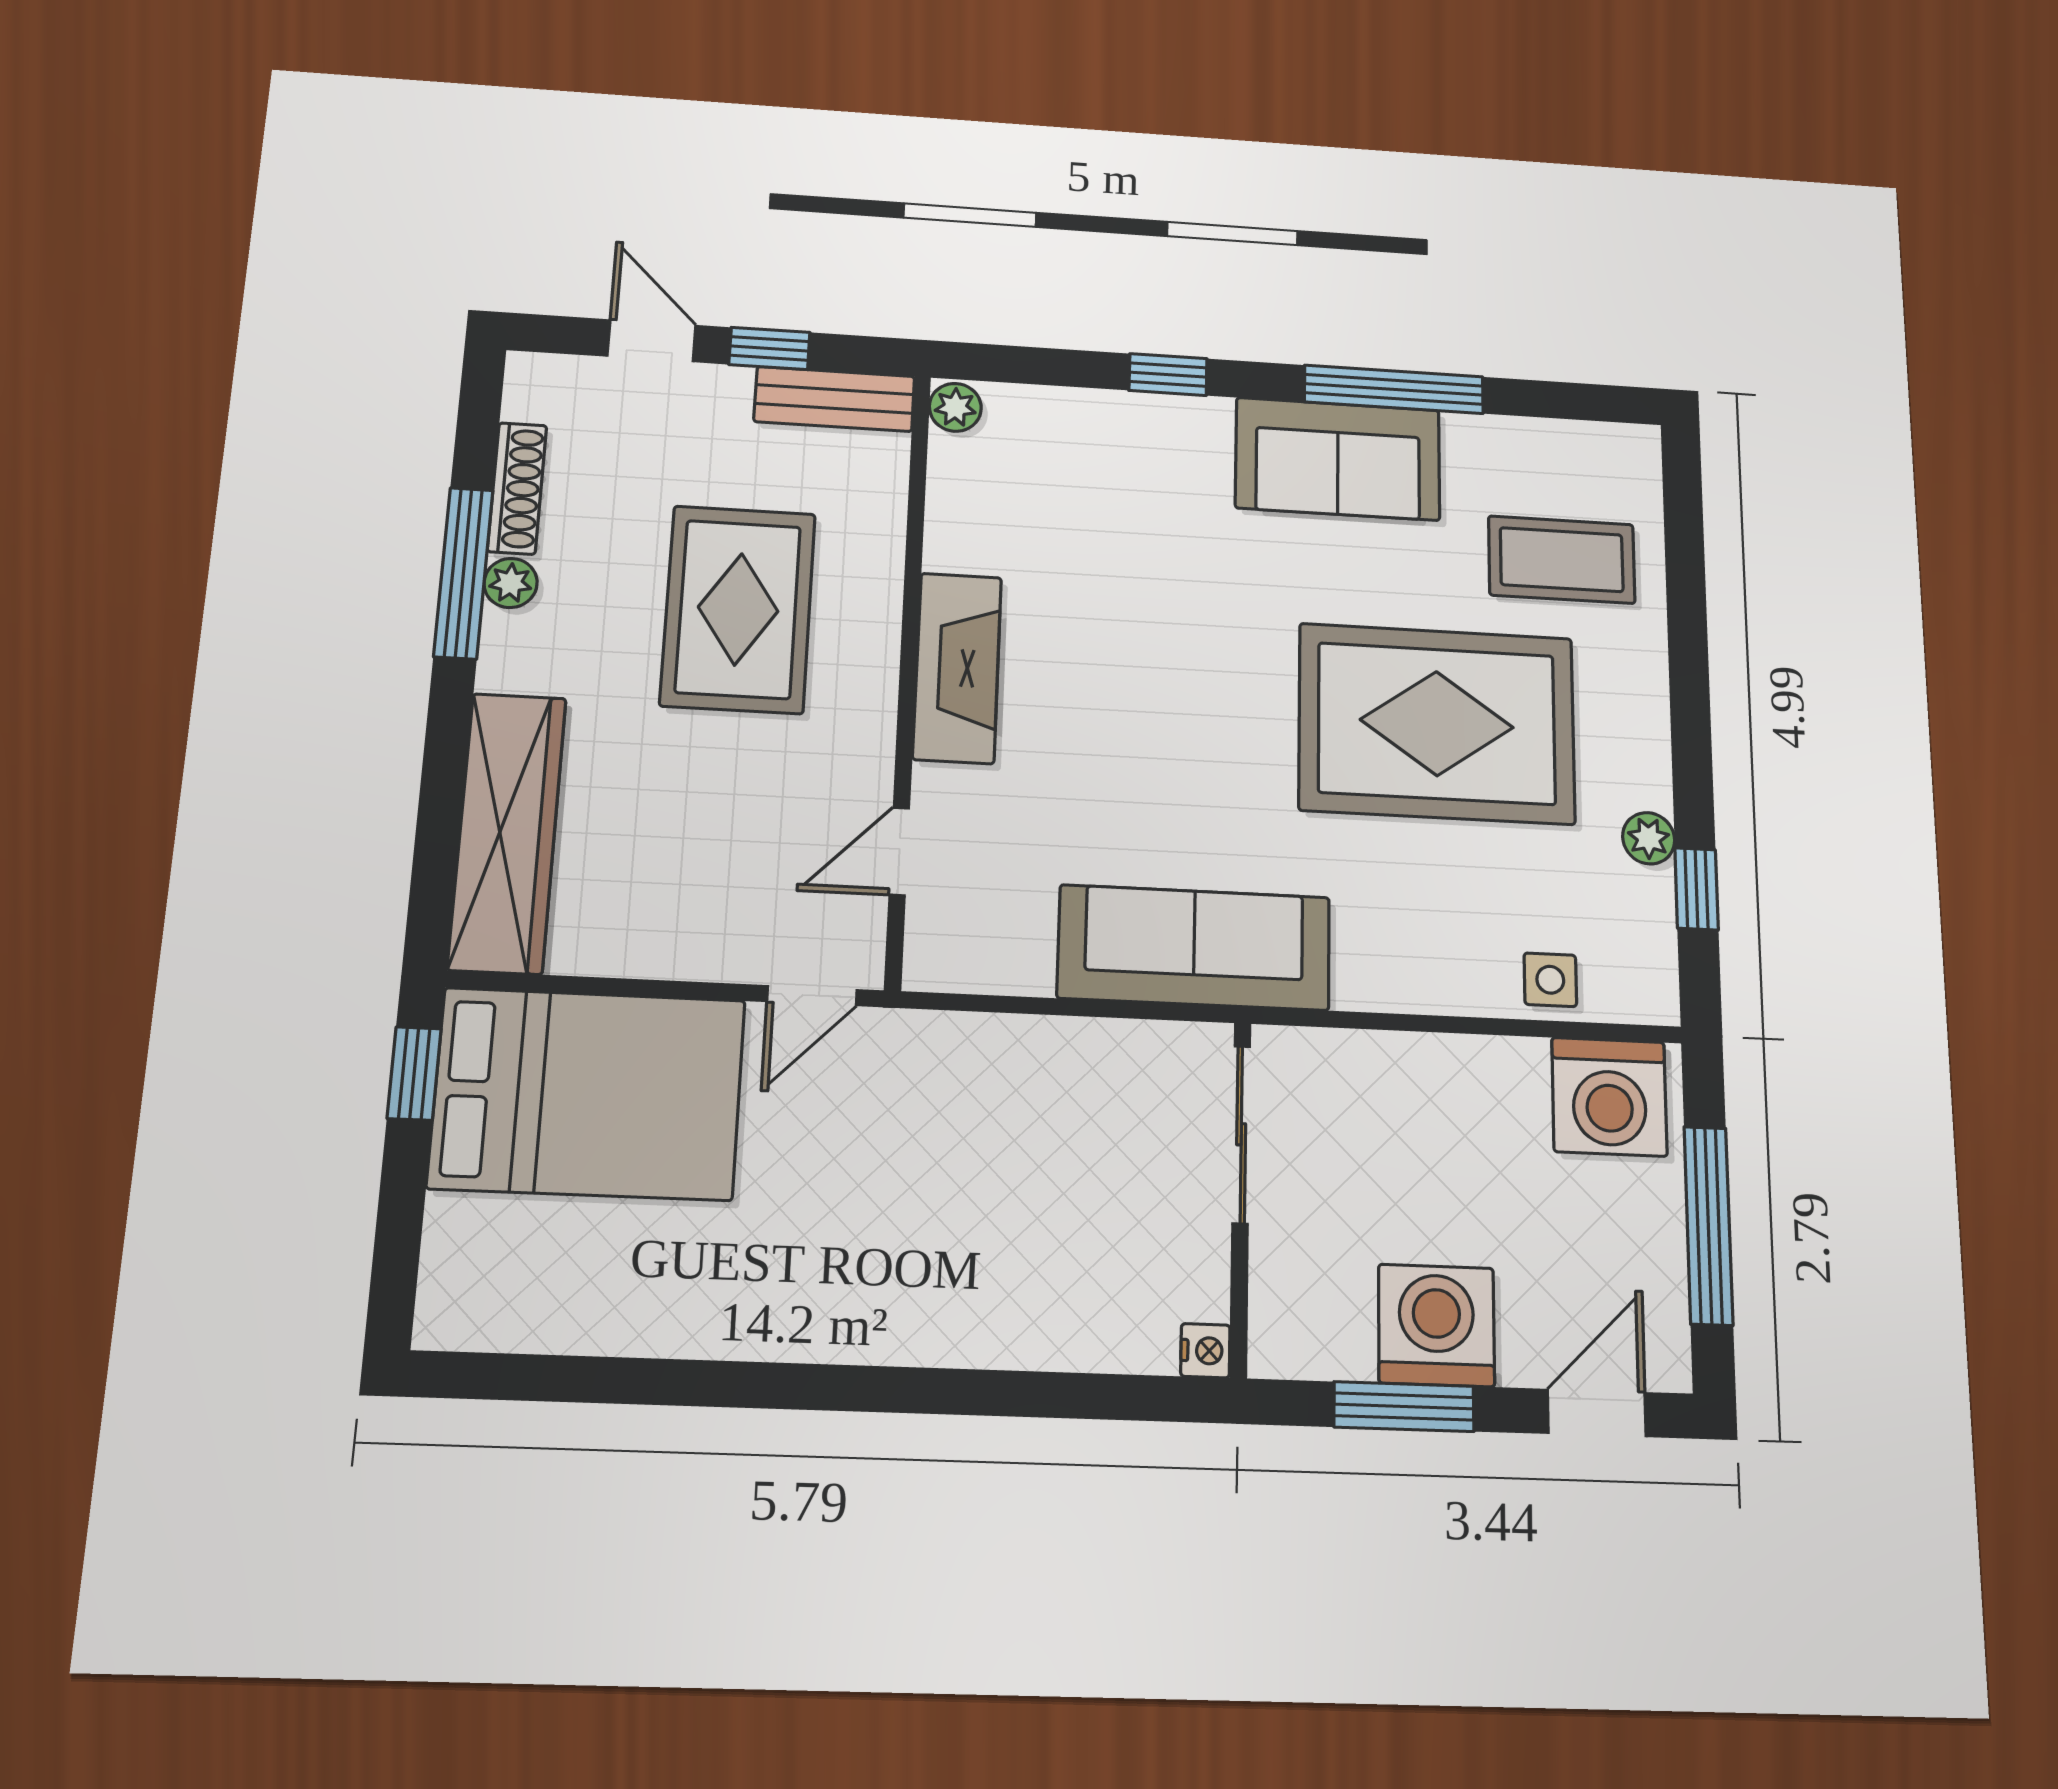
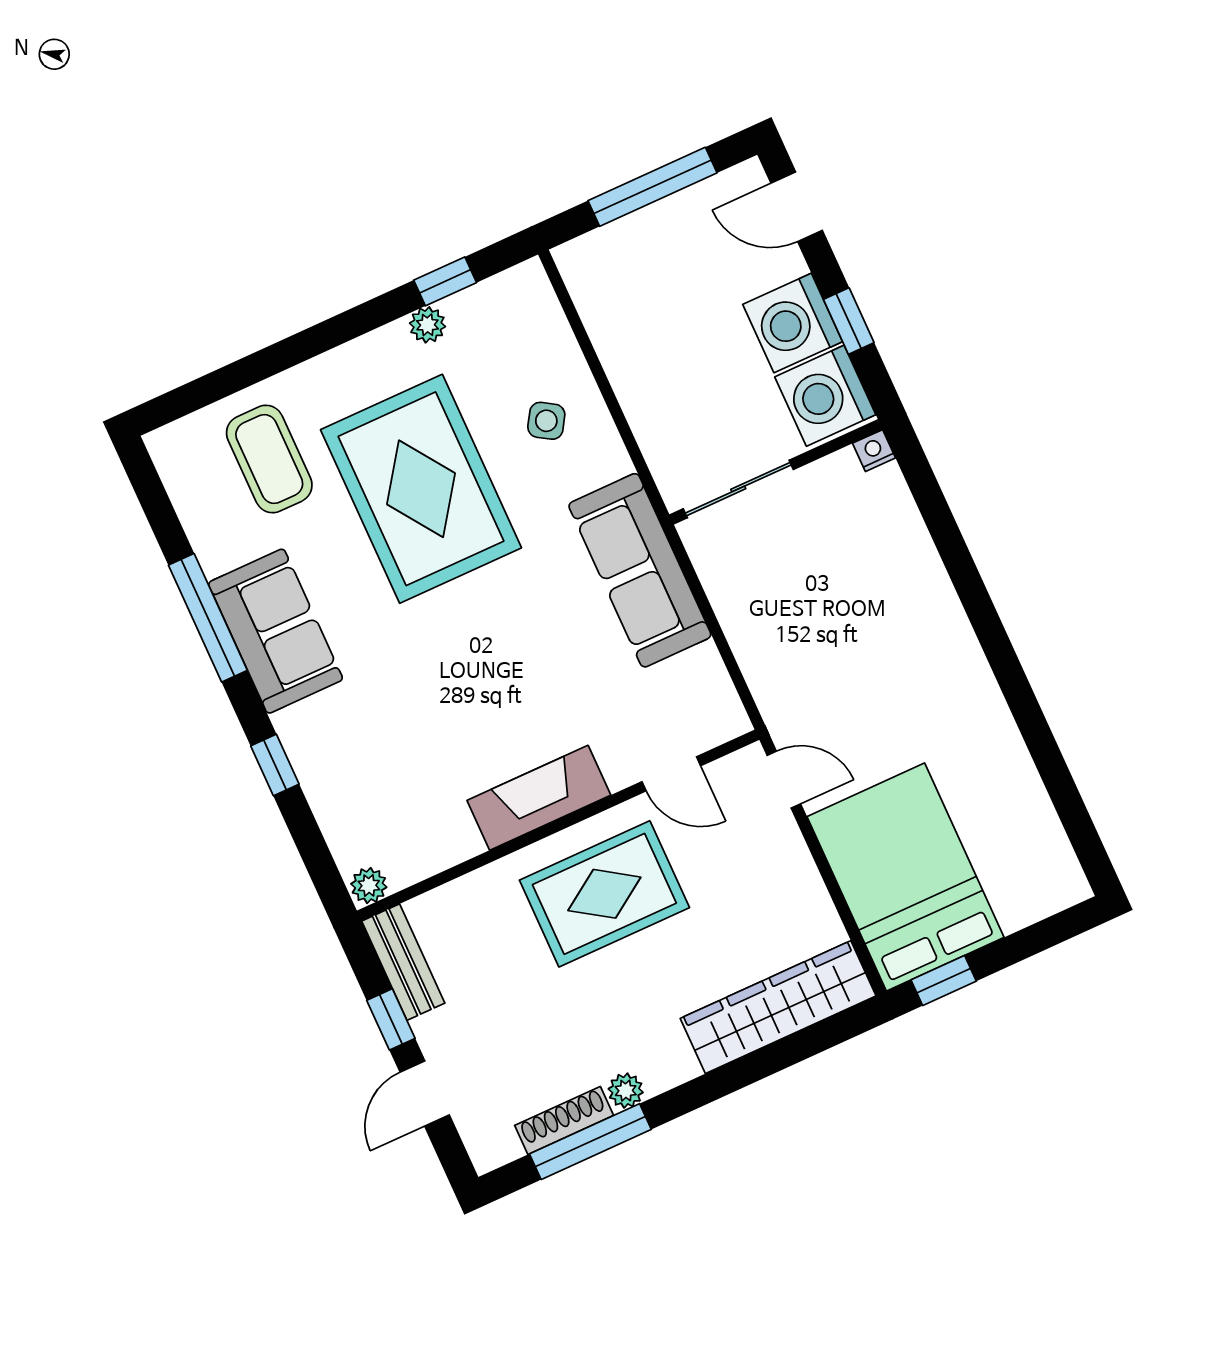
window: (463, 573) -> (590, 1142), moved
rug: (738, 609) -> (604, 894), moved
side table: (1550, 980) -> (546, 421), moved, turned 32
washing machine: (1609, 1097) -> (825, 396), moved, turned 180
window: (1404, 1407) -> (849, 321), width x0.67

